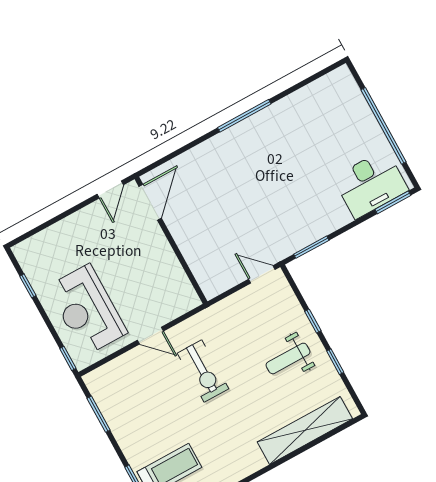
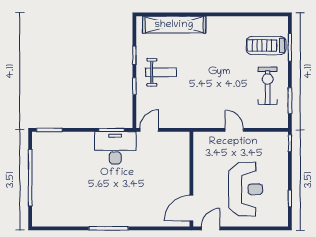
desk: (371, 184) -> (115, 148), moved
door: (262, 274) -> (149, 130), swing flipped
reception desk: (87, 310) -> (245, 189), moved
exercise bike: (203, 371) -> (268, 86), moved

